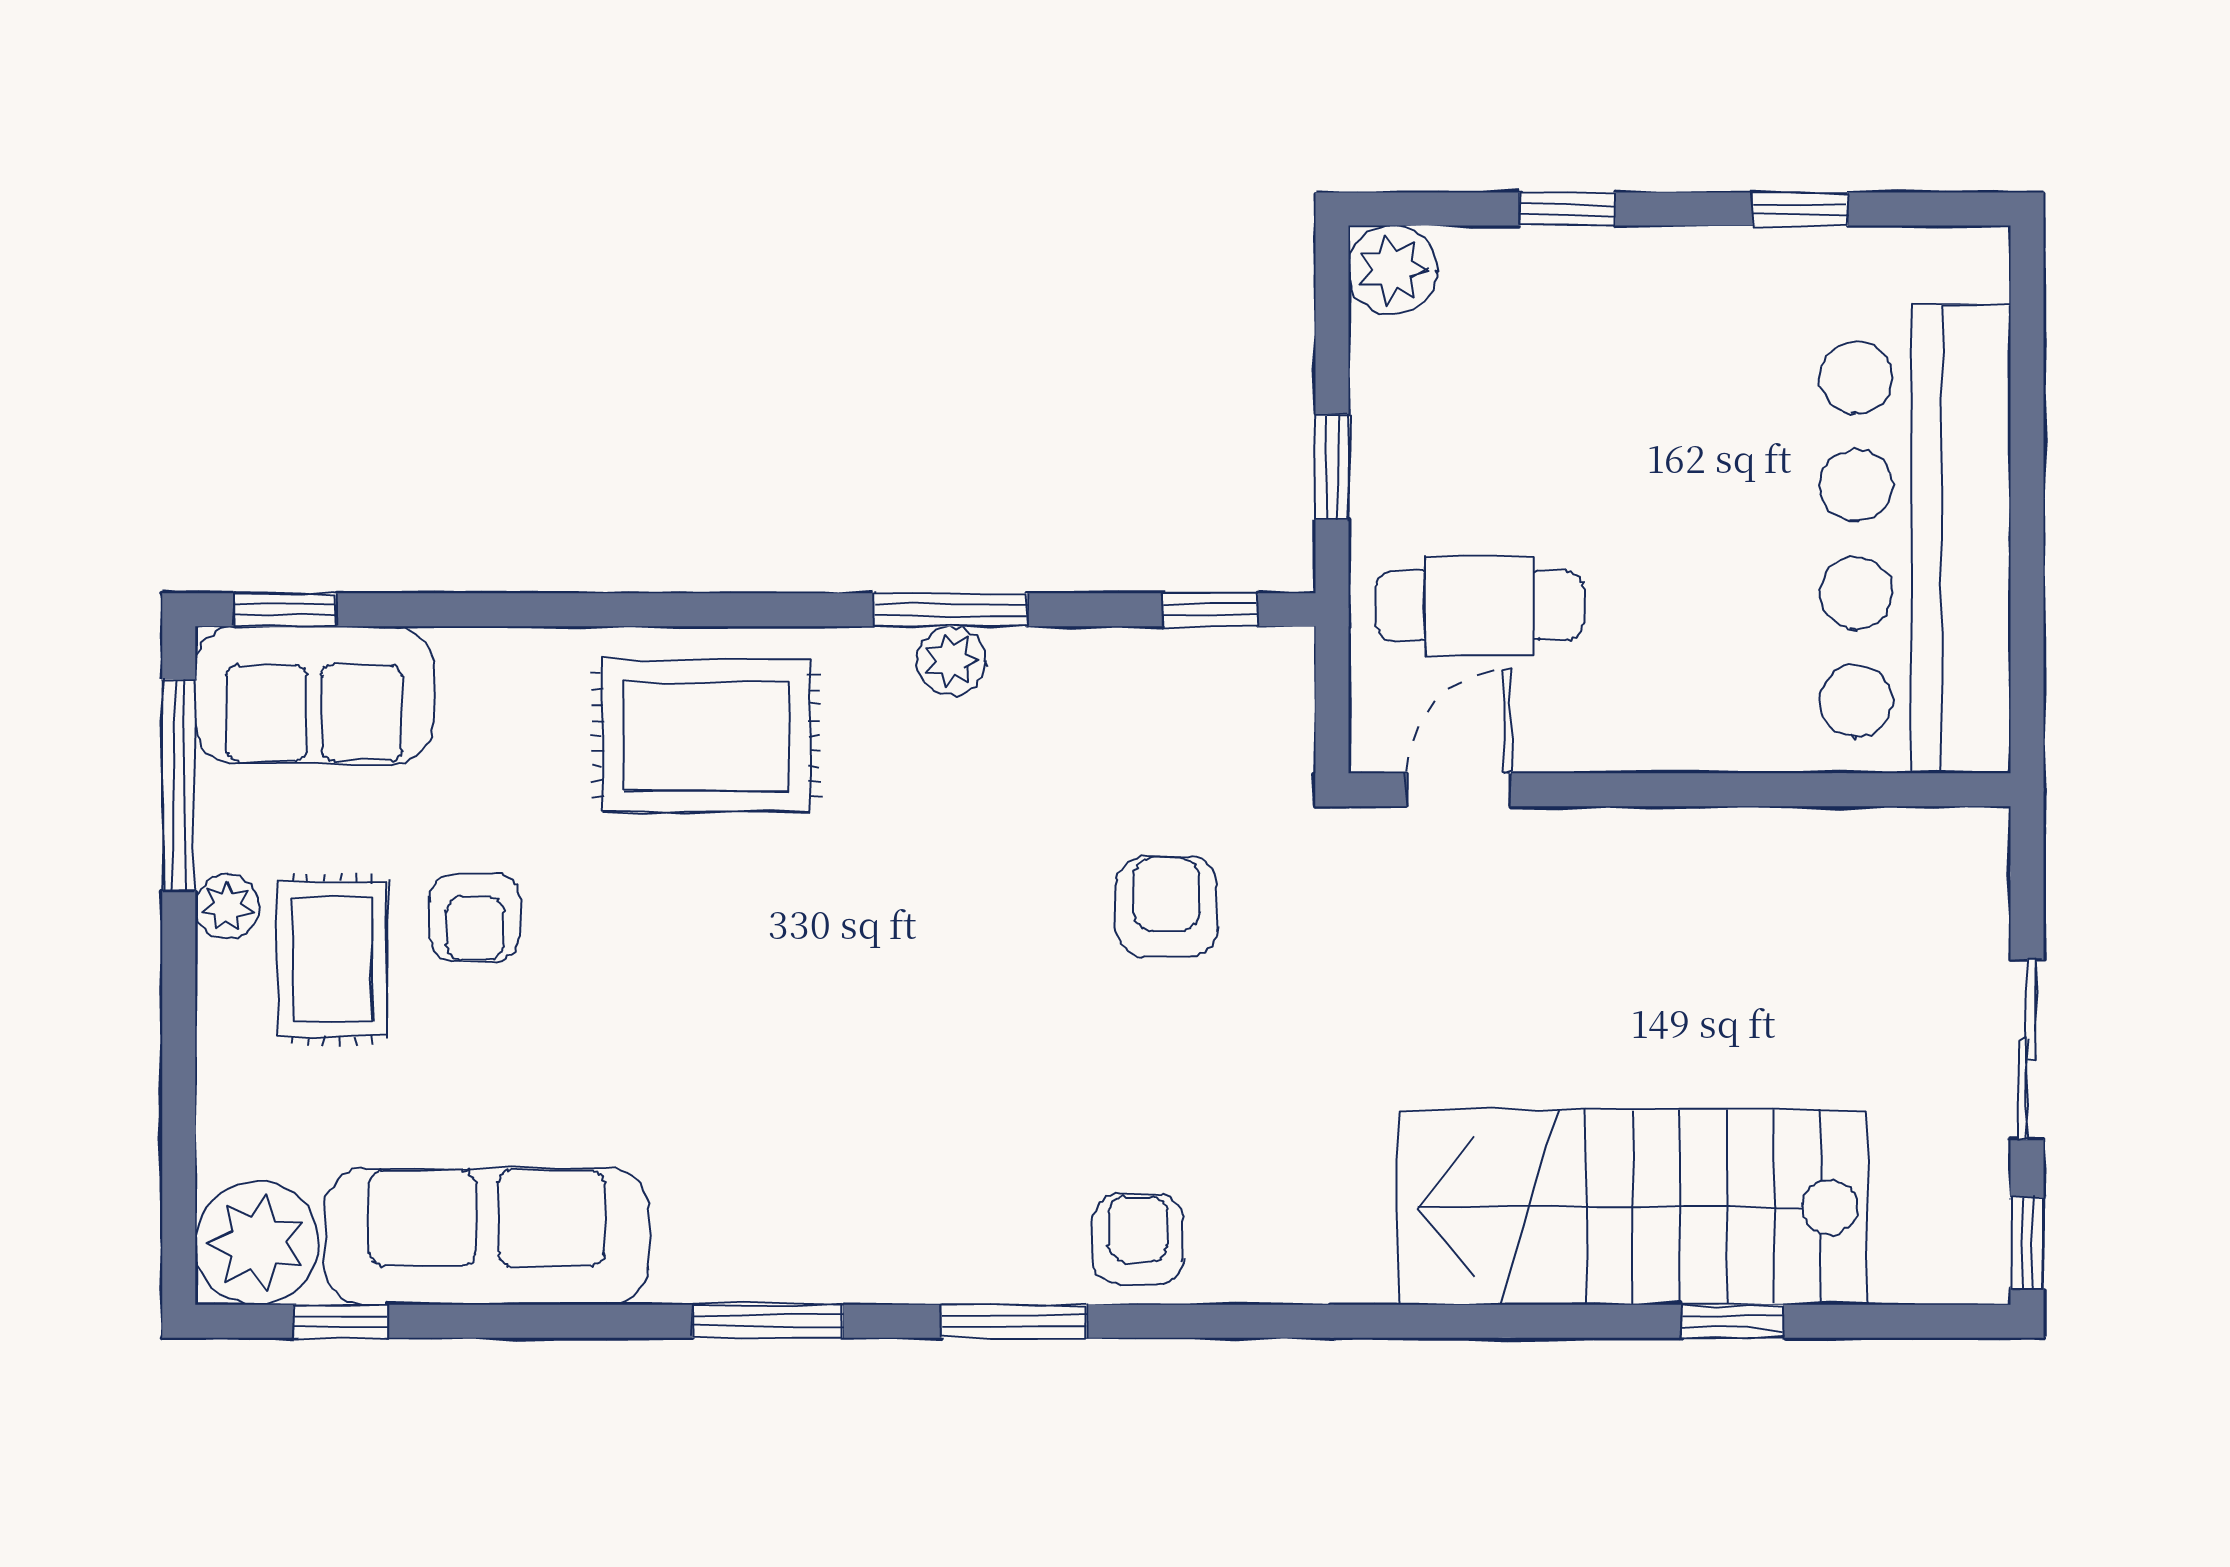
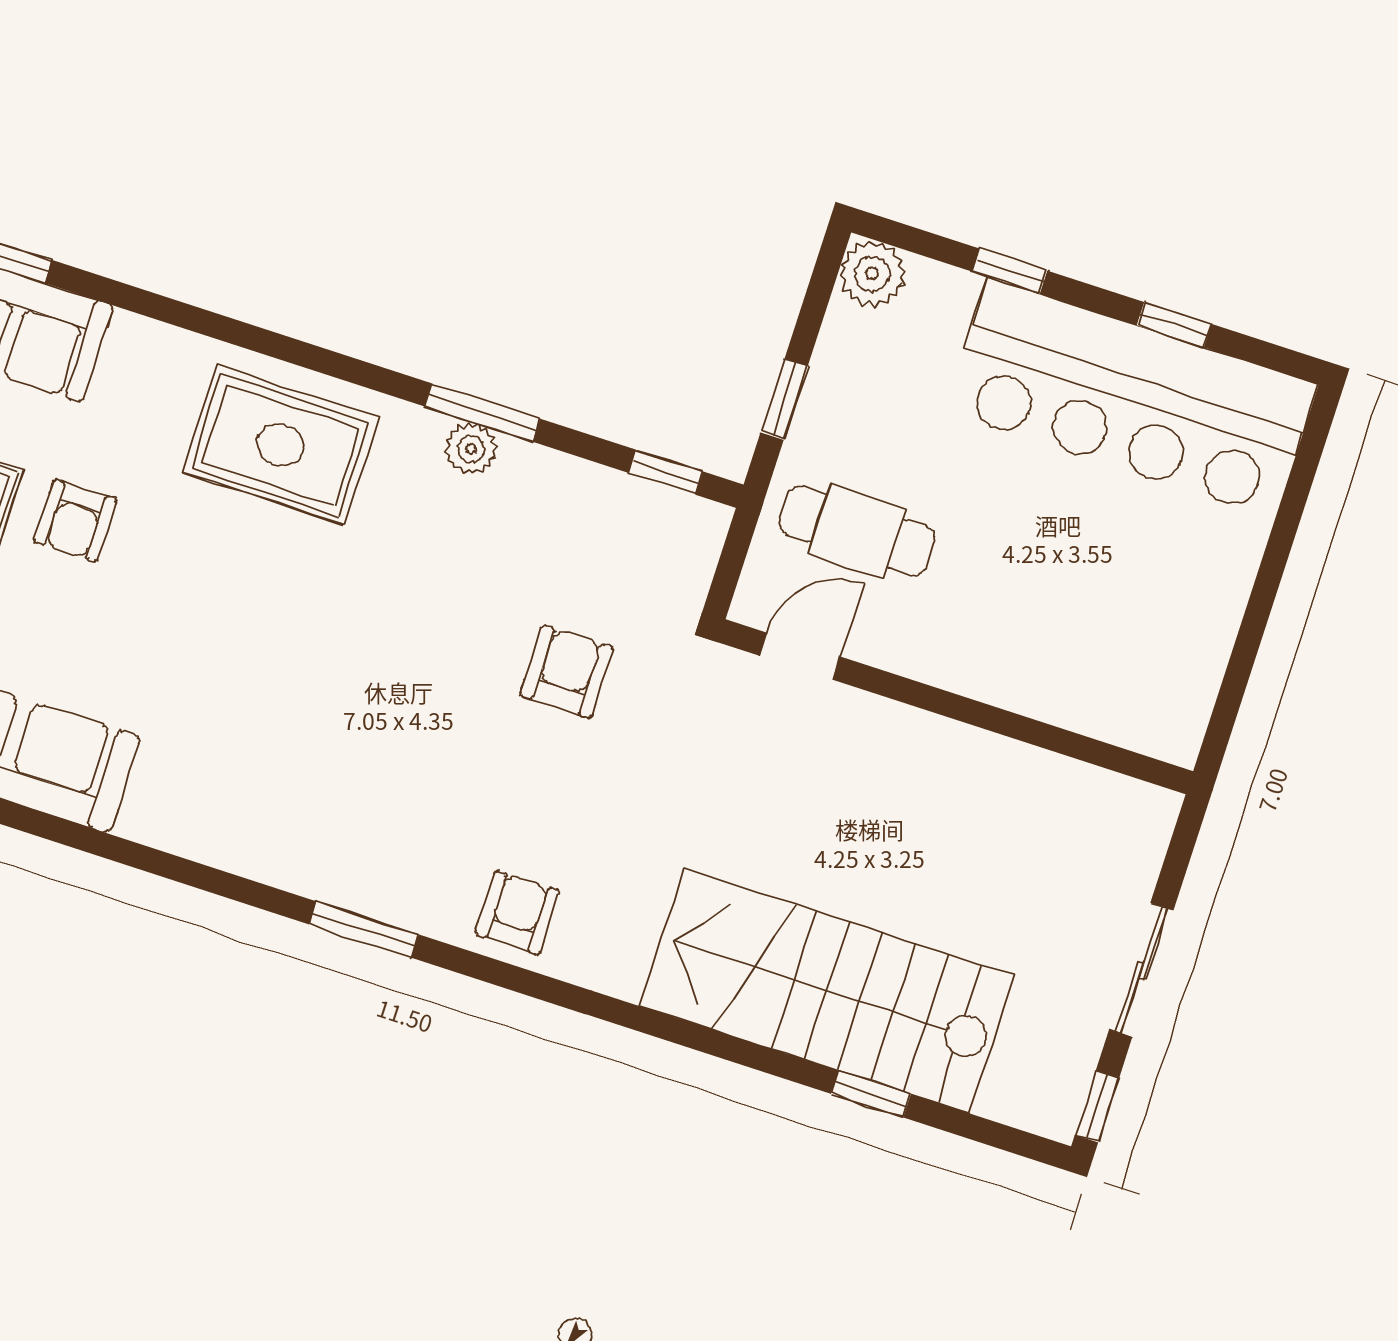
bar counter: (1915, 539) -> (1132, 398), moved, turned -90
armchair: (1138, 1240) -> (517, 913), moved
window: (768, 1321) -> (190, 873), removed

